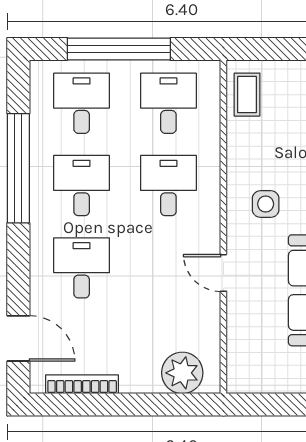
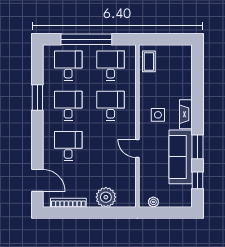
window: (18, 168) -> (37, 97), width x0.47
plant: (182, 373) -> (106, 197), moved
plant: (256, 383) -> (153, 202), added

